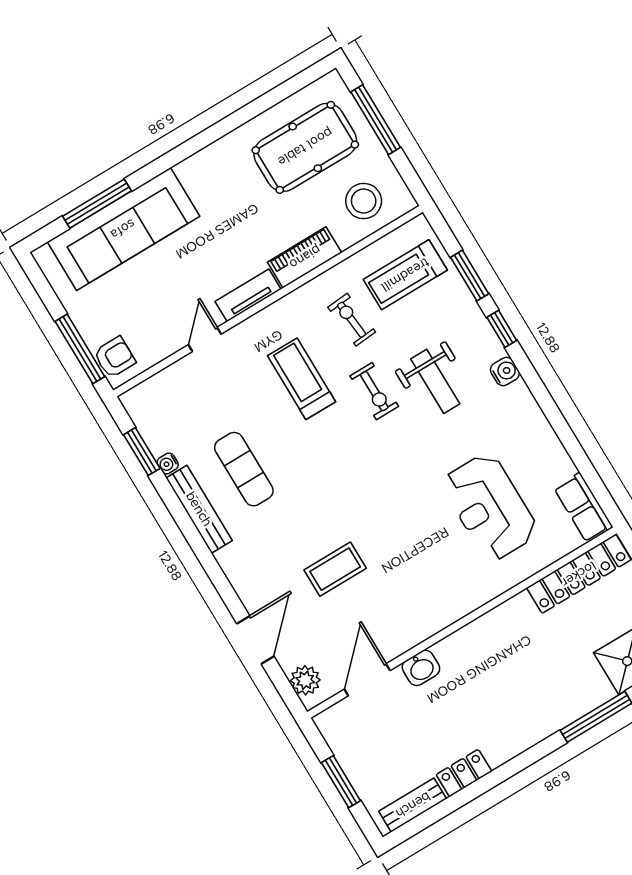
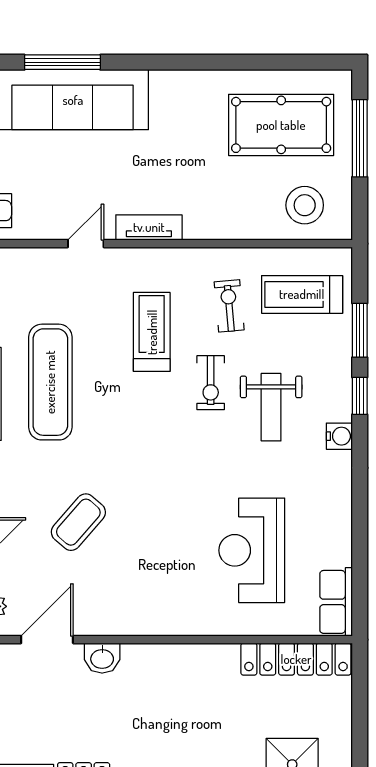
piano: (305, 257) -> (221, 224), removed
exercise mat: (244, 469) -> (50, 382), width x1.36, depth x1.45
coffee table: (335, 569) -> (78, 522), turned -49

